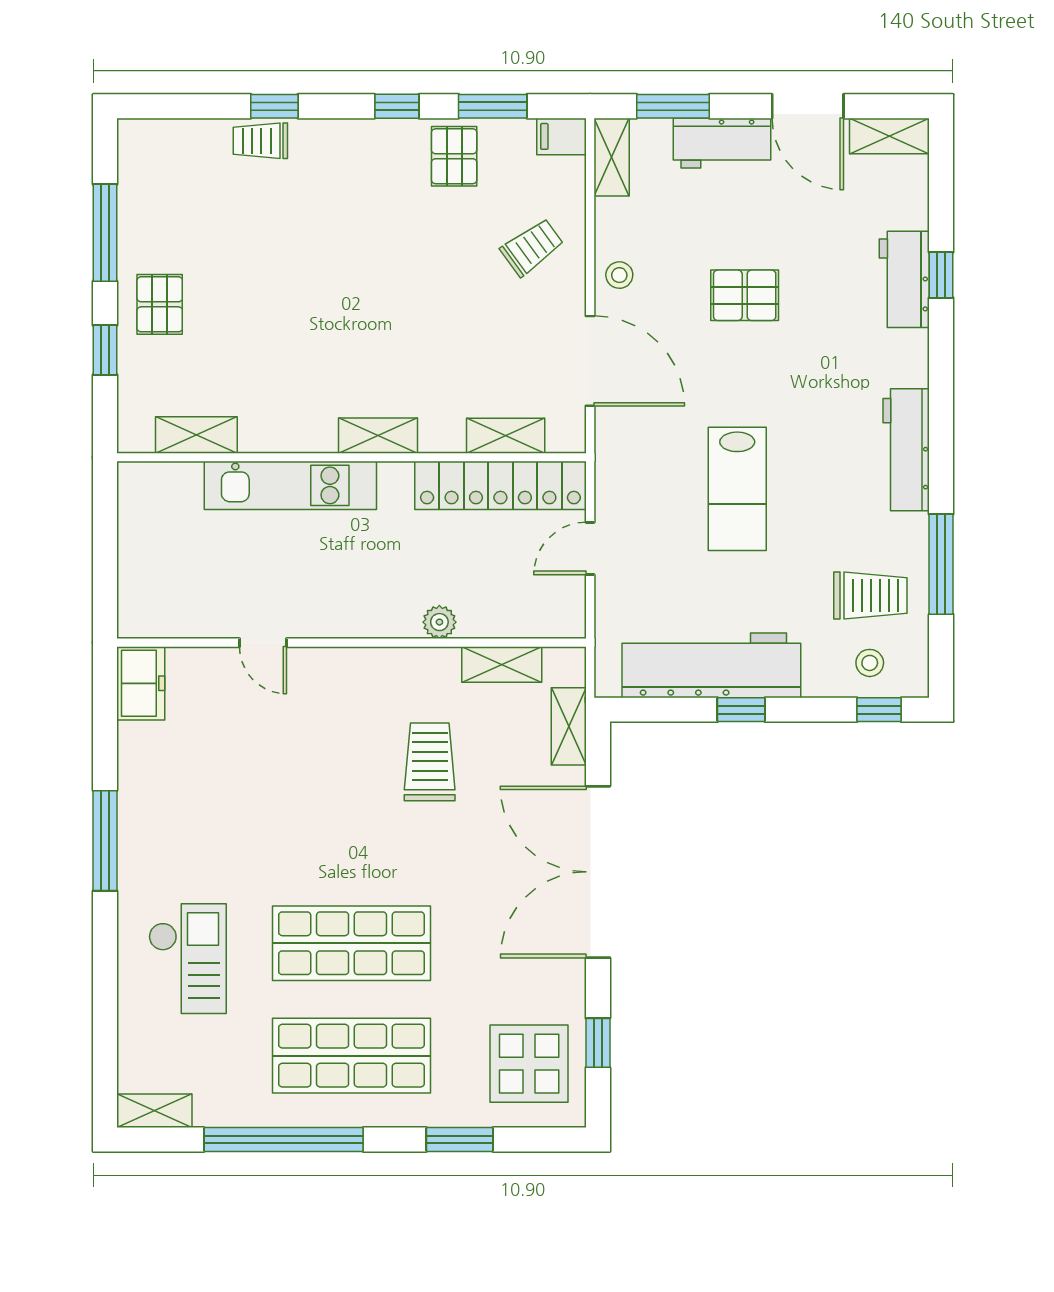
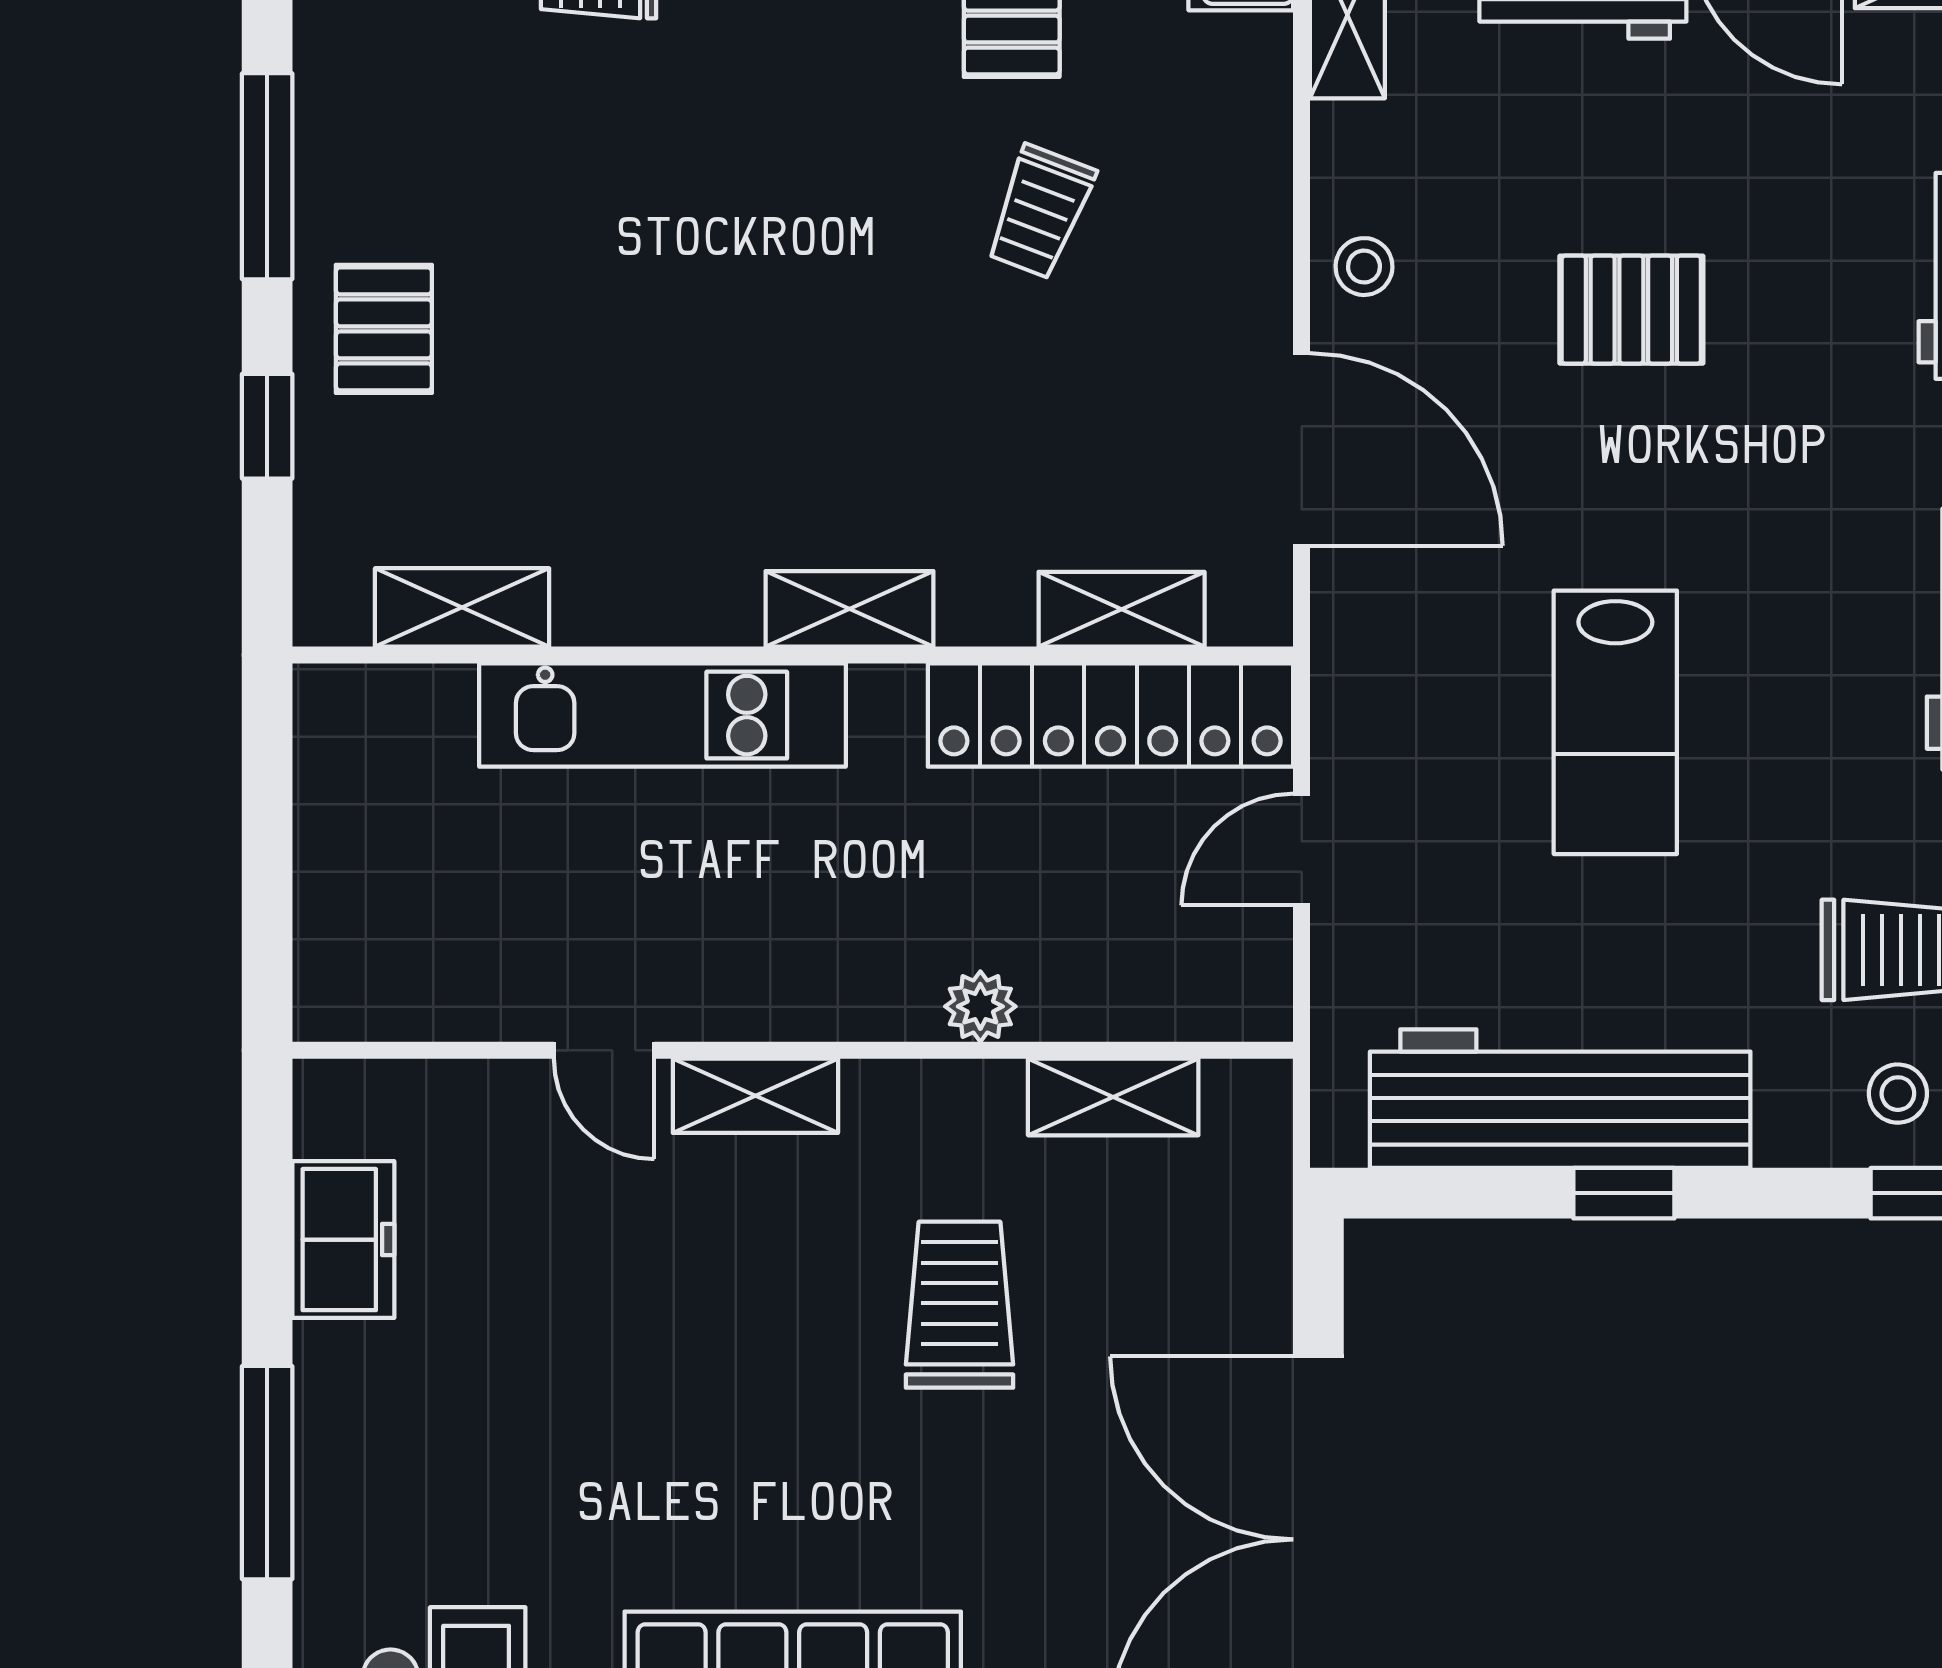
trolley: (532, 247) -> (1040, 212), moved, turned 147
freezer: (141, 683) -> (343, 1240), moved
shelving: (569, 726) -> (755, 1096), moved, turned 90

